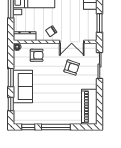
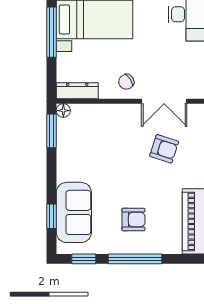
armchair: (37, 55) -> (133, 220), moved
window: (11, 78) -> (52, 131), moved
sofa: (23, 87) -> (74, 212), moved

